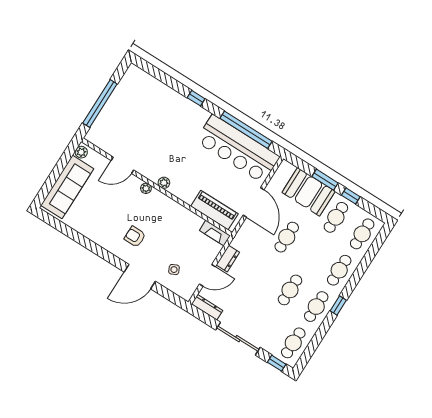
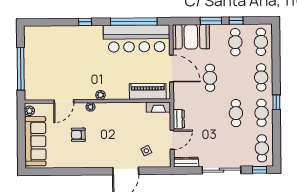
booth: (309, 192) -> (191, 37), moved
armchair: (135, 237) -> (78, 135), moved

